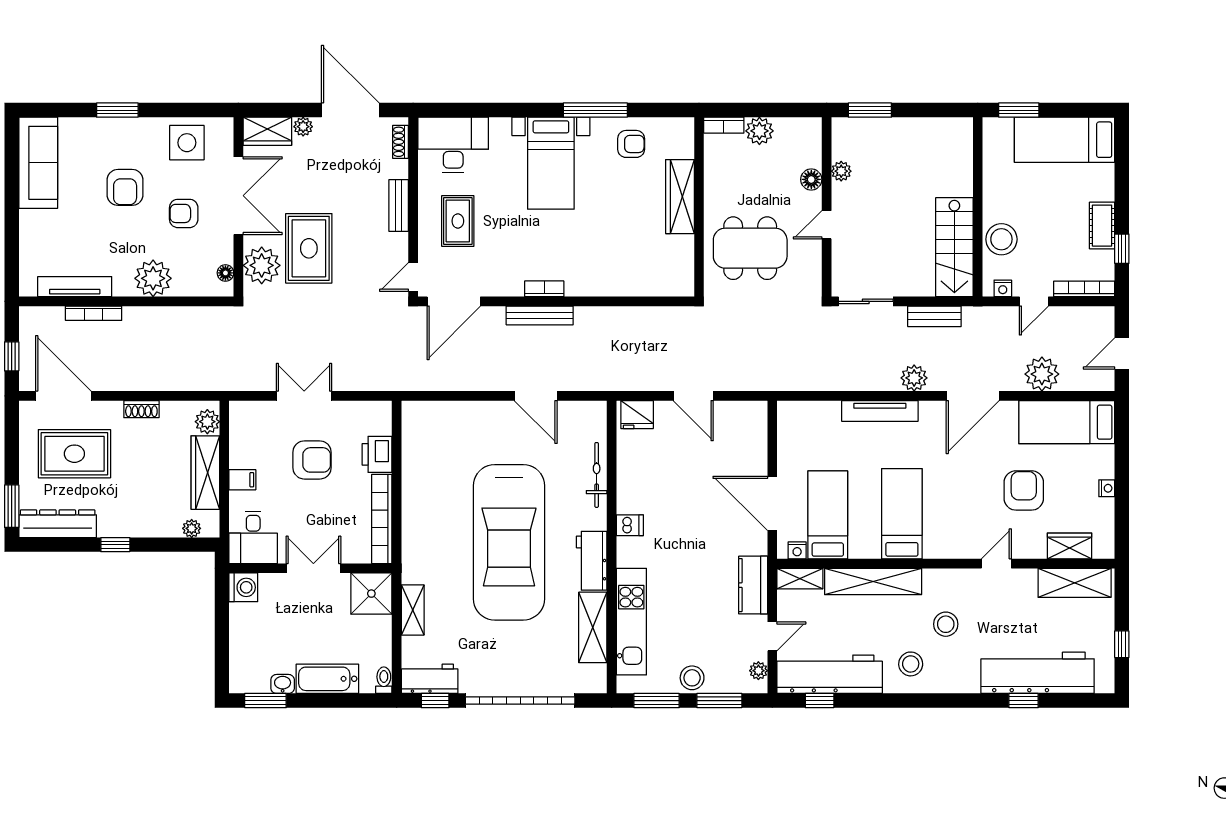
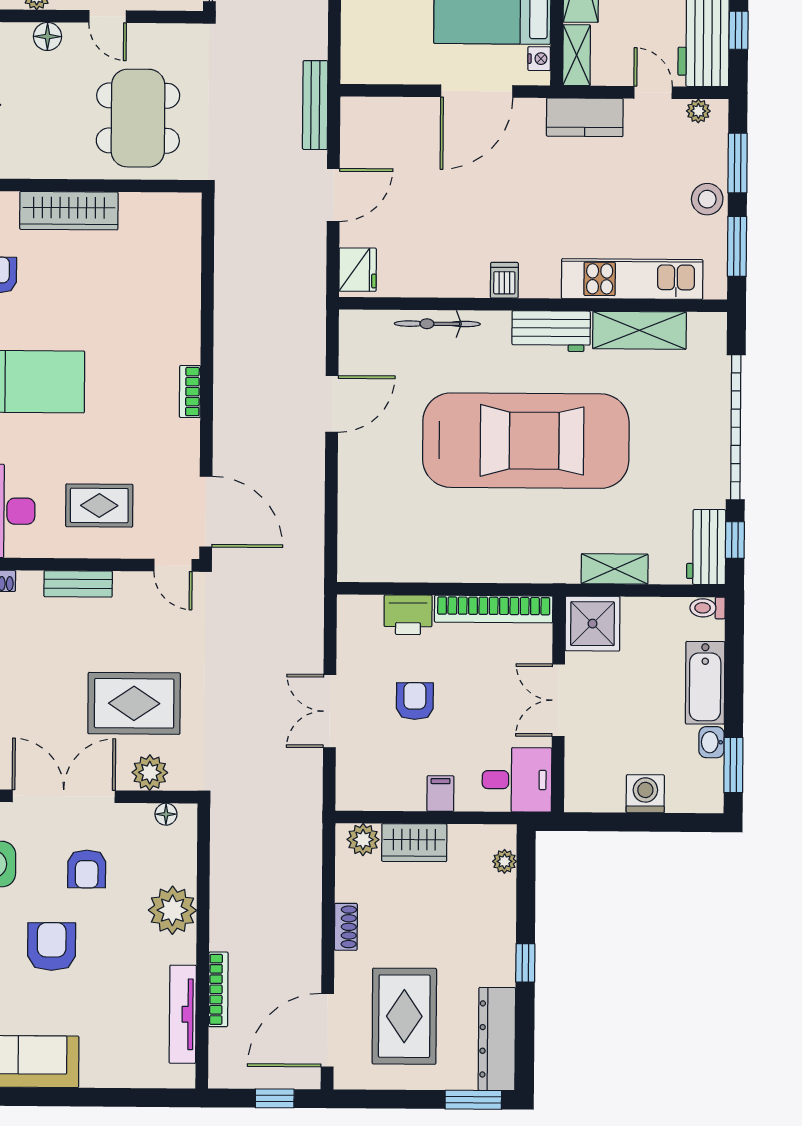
armchair: (125, 187) -> (52, 947), turned -90
plant: (262, 265) -> (150, 773), width x0.73, depth x0.73
bench: (540, 315) -> (315, 105), moved
armchair: (312, 460) -> (415, 701), width x0.72, depth x0.72
wardrobe: (205, 473) -> (414, 843), width x0.67
washing machine: (243, 587) -> (645, 794), moved

